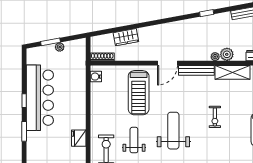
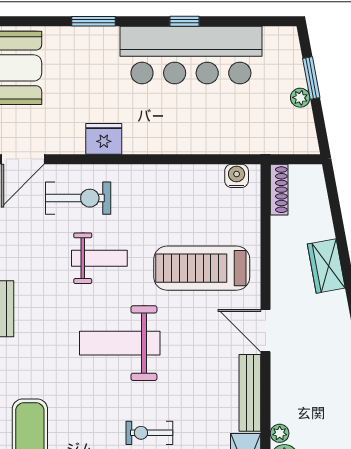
wardrobe: (126, 37) -> (326, 266), moved
window: (24, 131) -> (94, 21), moved
weight bench: (173, 131) -> (120, 343), turned 180

